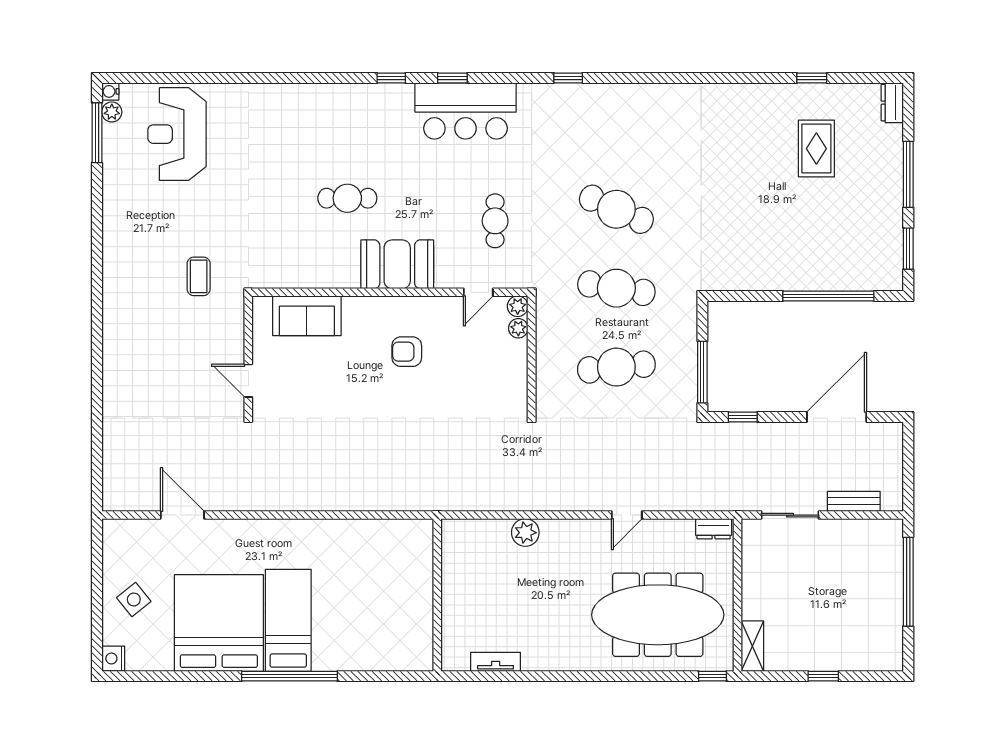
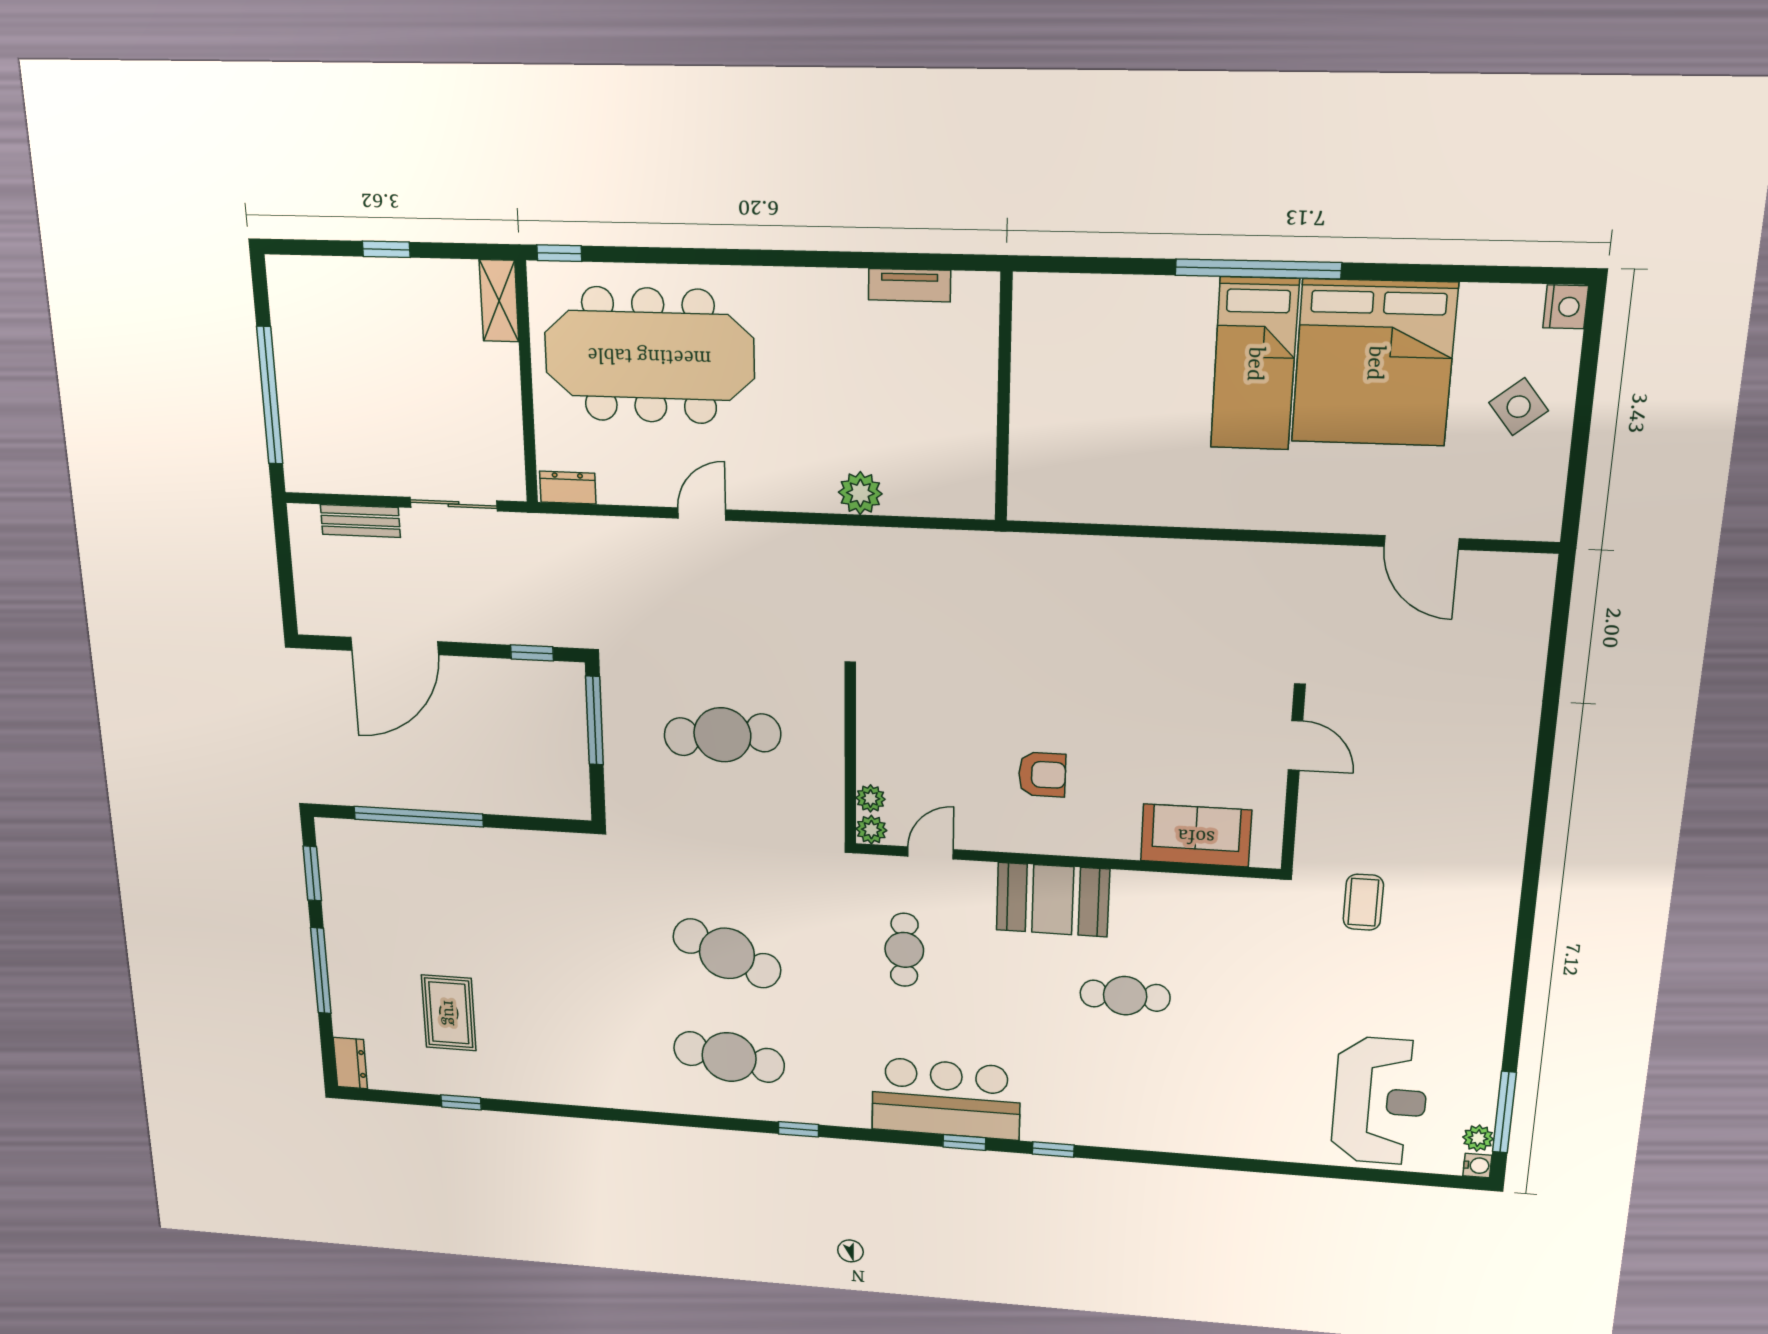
cafe table: (616, 288) -> (729, 1057), moved

